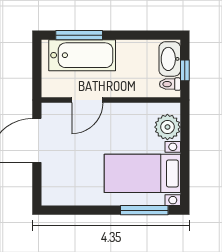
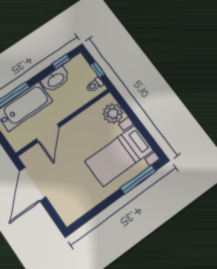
window: (154, 35) -> (61, 62), added
washbasin: (170, 59) -> (56, 80), moved, turned -90

